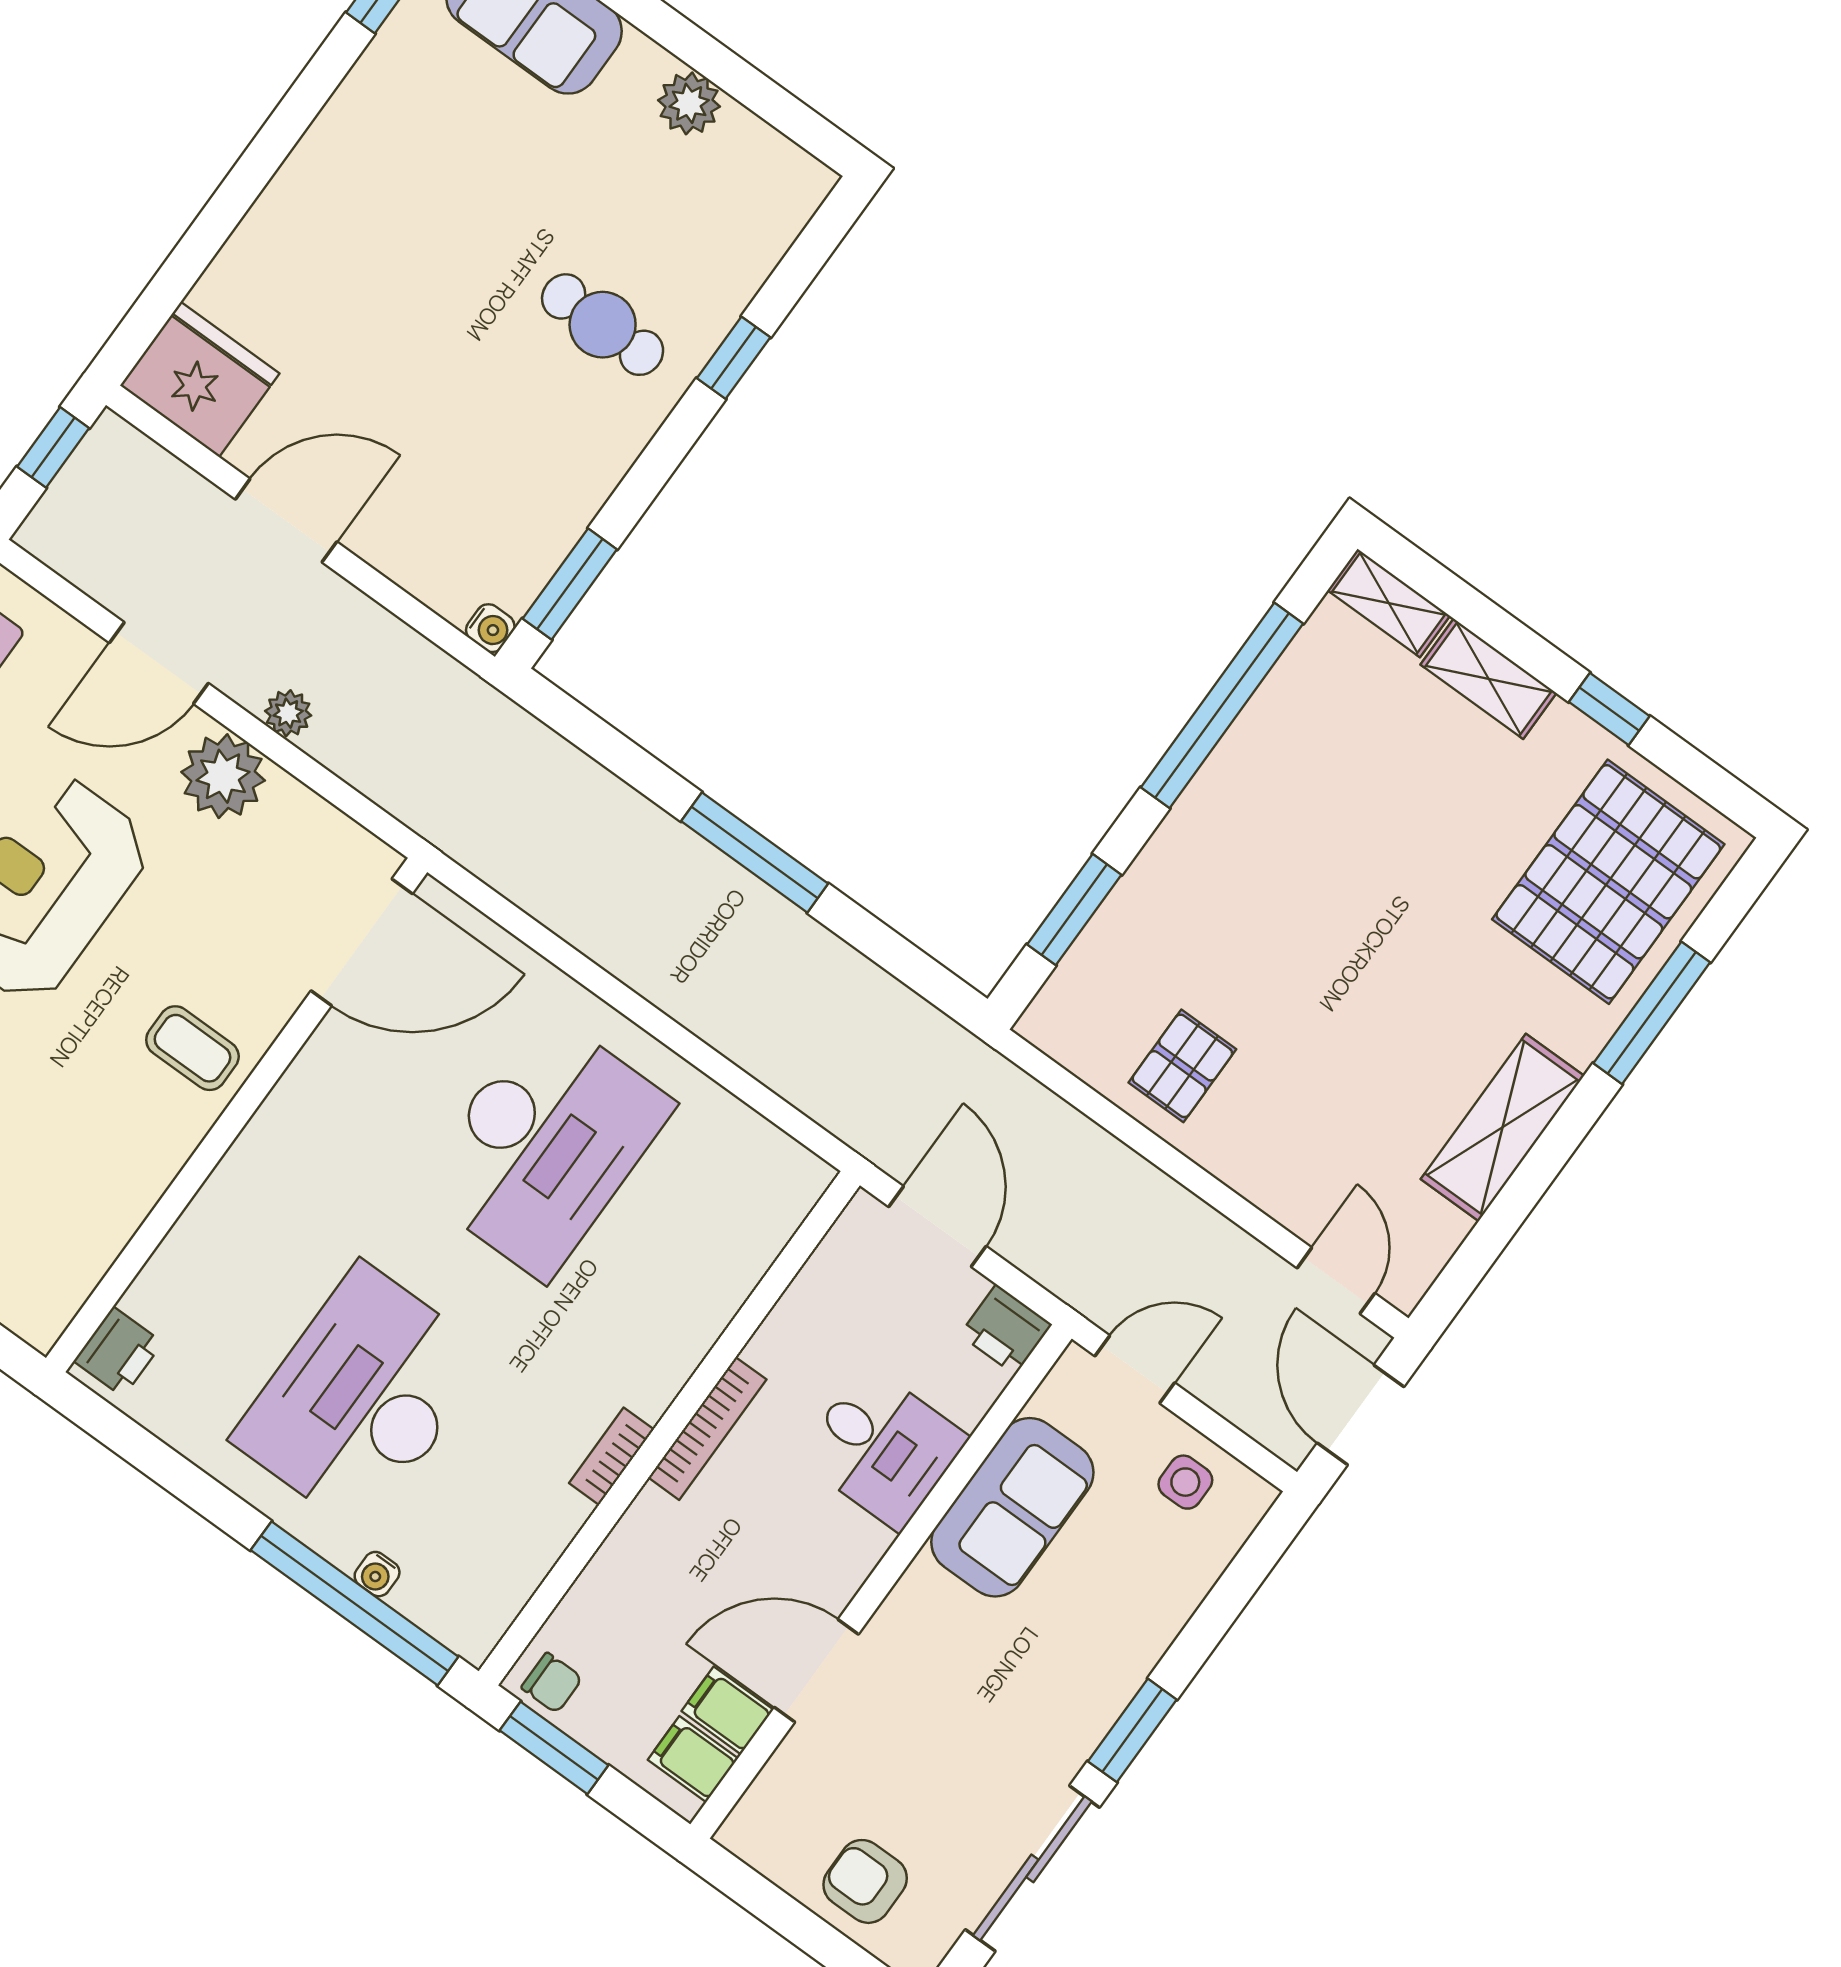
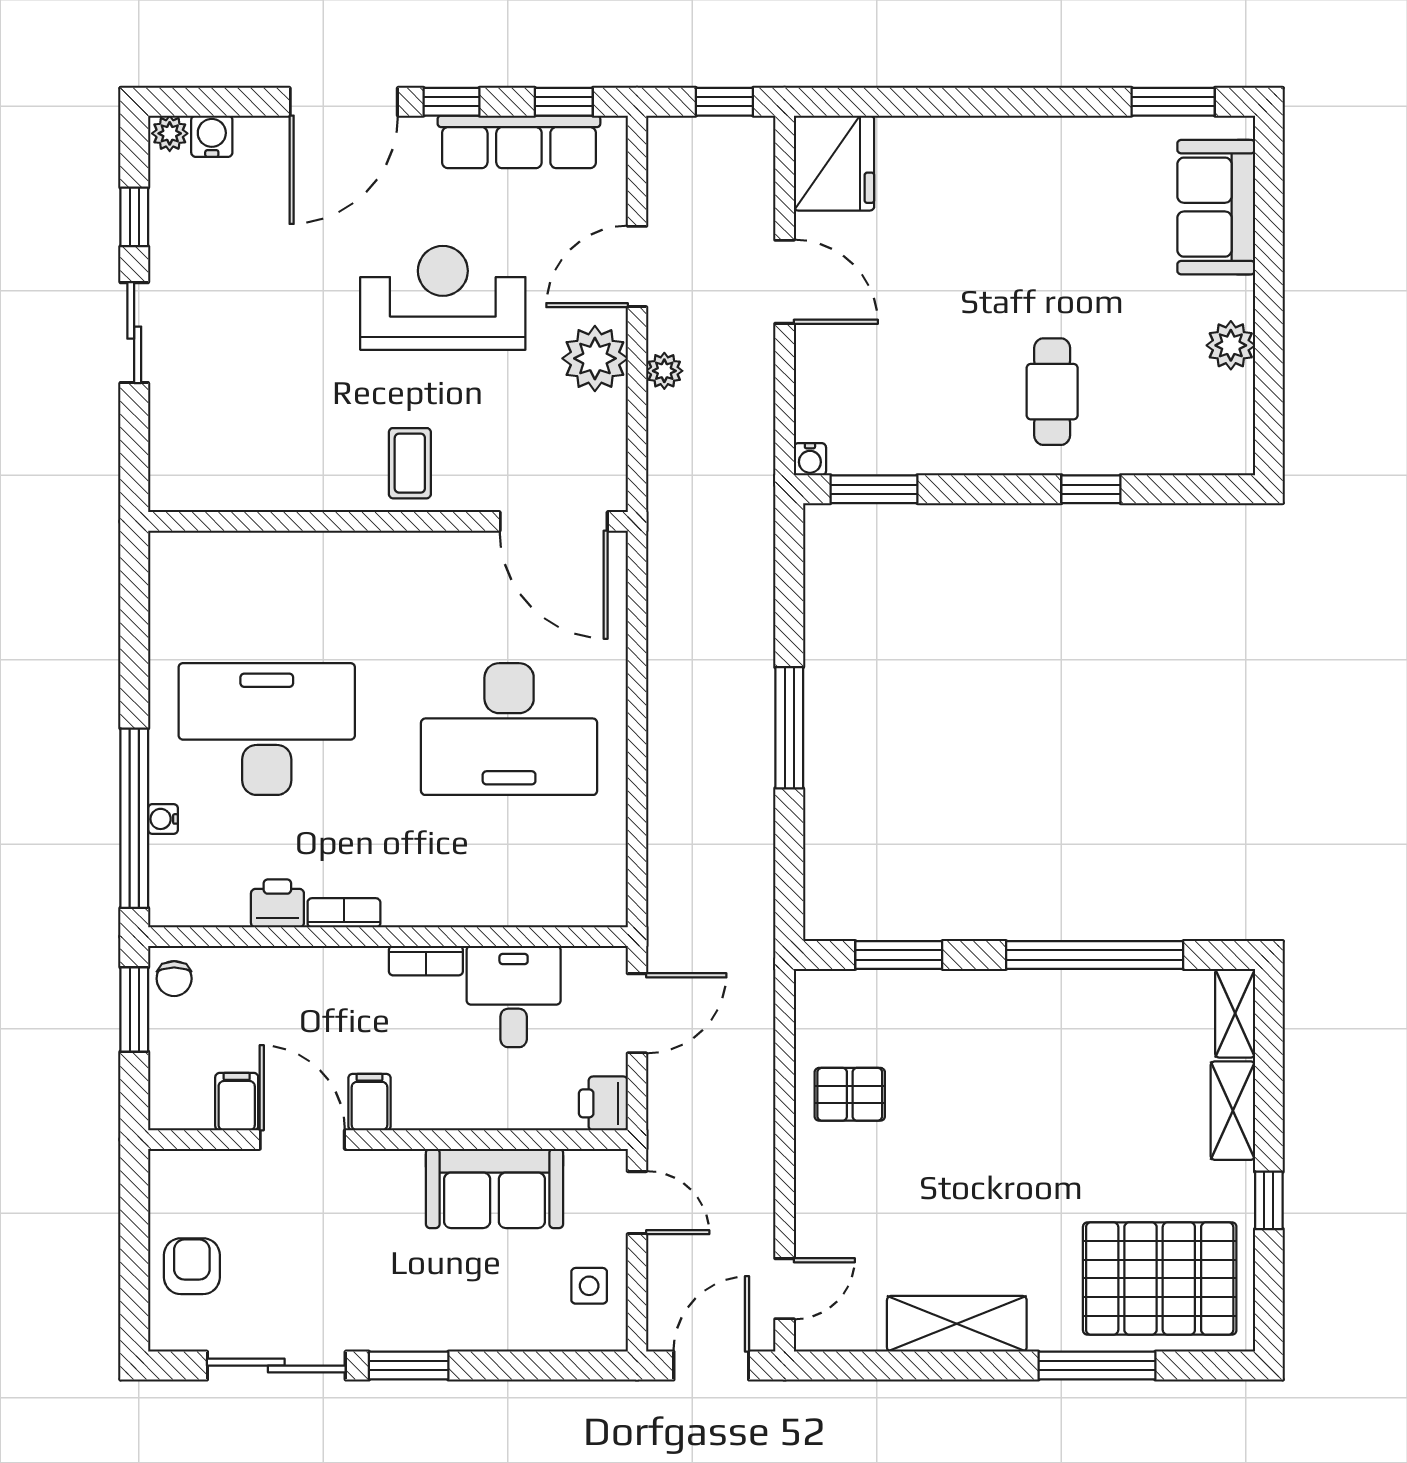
door: (159, 663) -> (637, 266), hinge flipped
printer: (118, 1352) -> (277, 903), moved, turned 180
bookcase: (707, 1429) -> (426, 961), width x0.64
desk: (883, 1448) -> (514, 996), moved, turned 180
filing cabinet: (693, 1759) -> (369, 1102), moved

